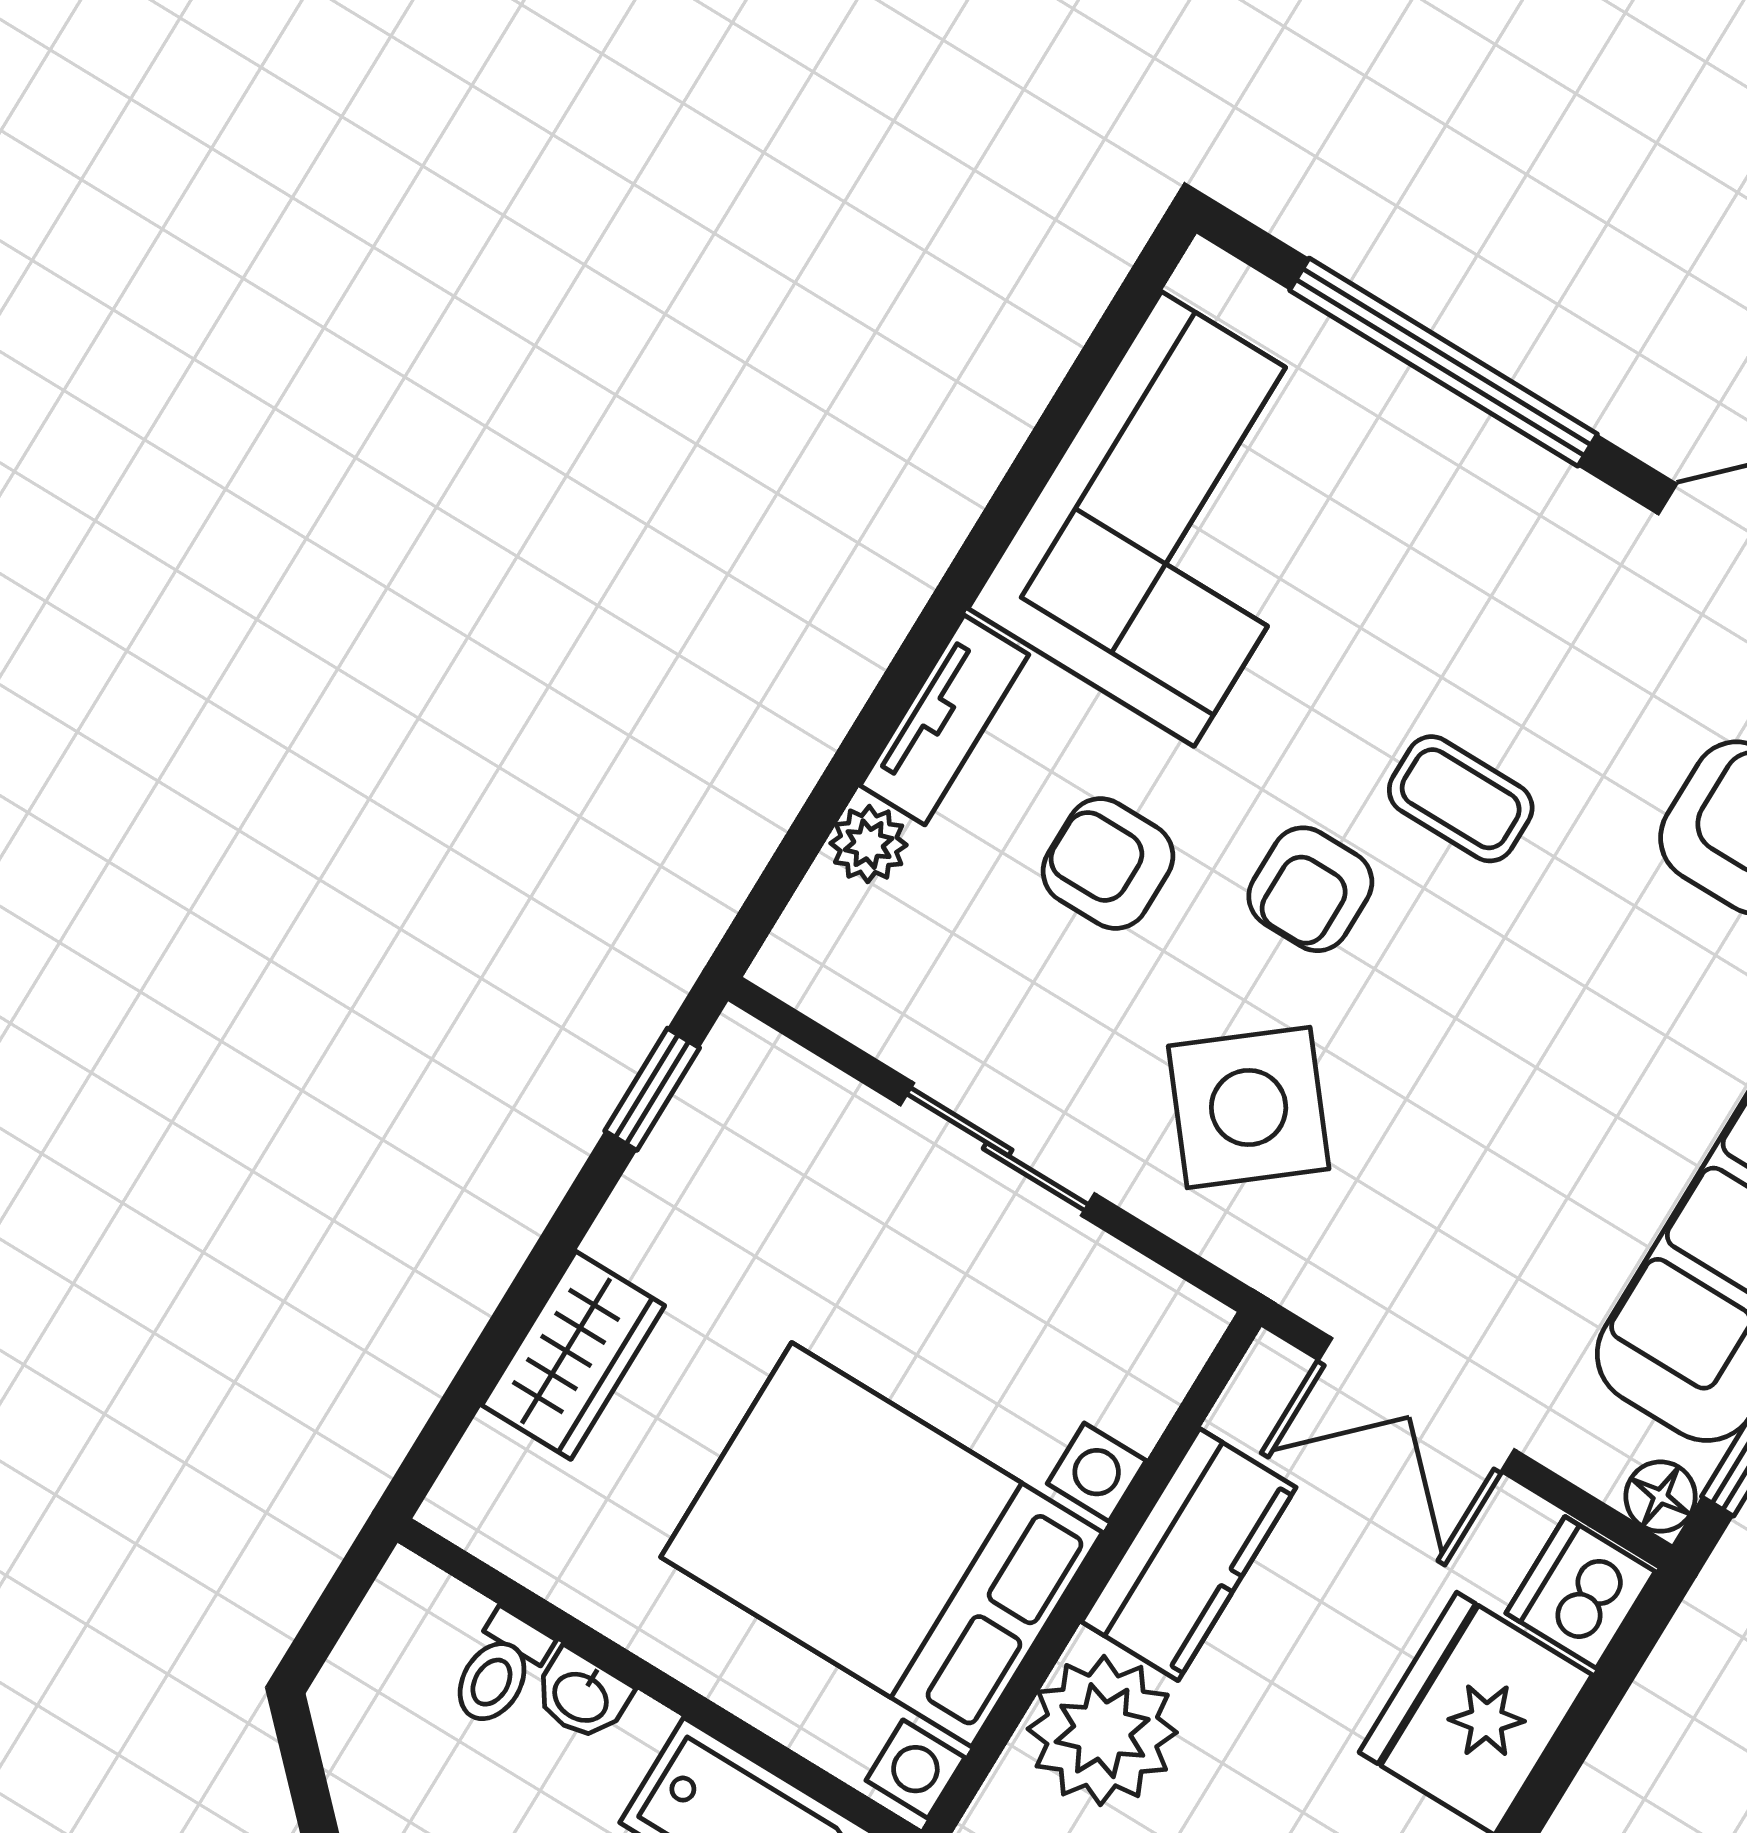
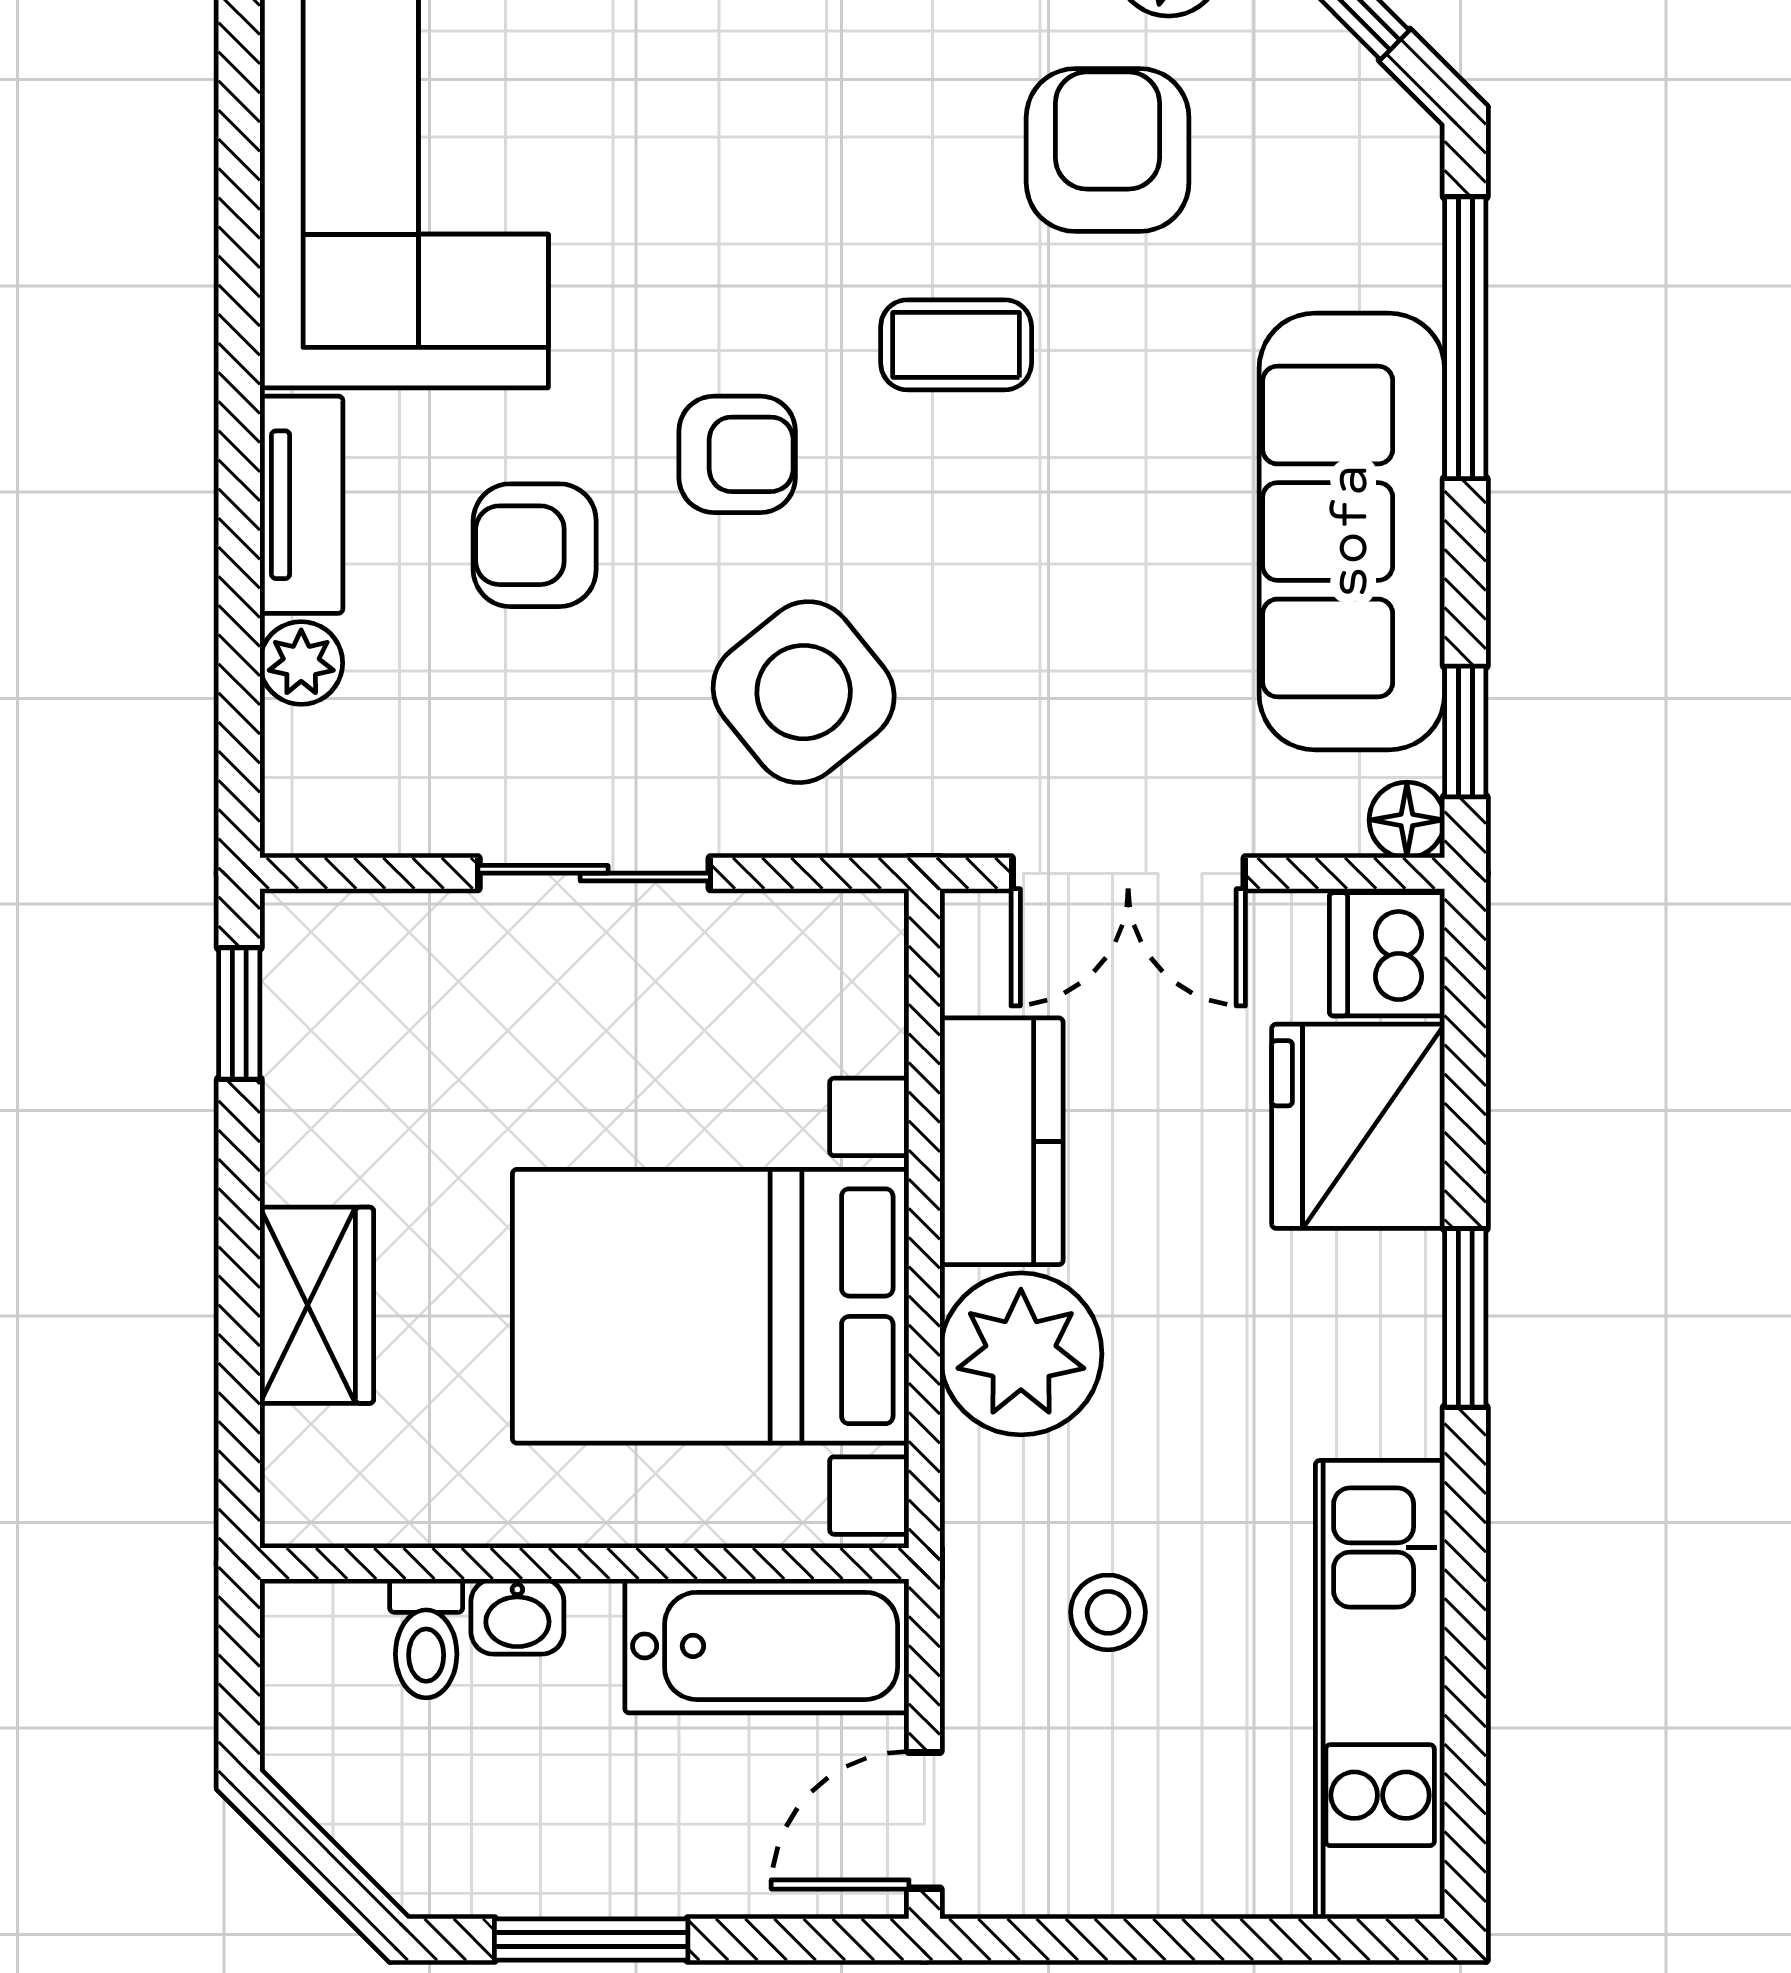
coffee table: (1461, 799) -> (956, 345), moved
armchair: (1310, 889) -> (737, 454), turned -90

